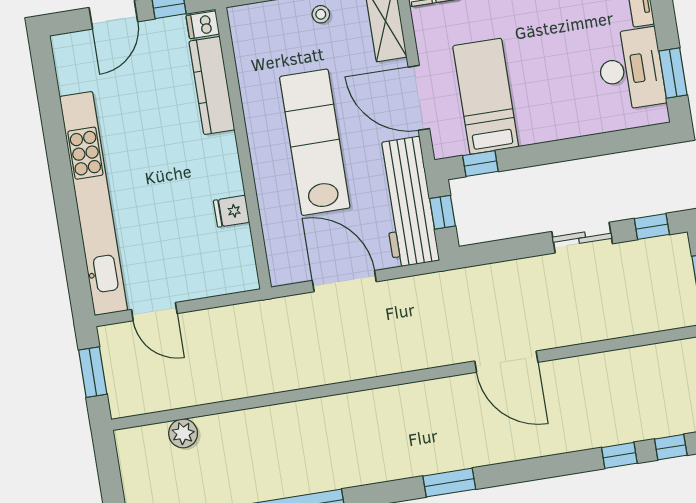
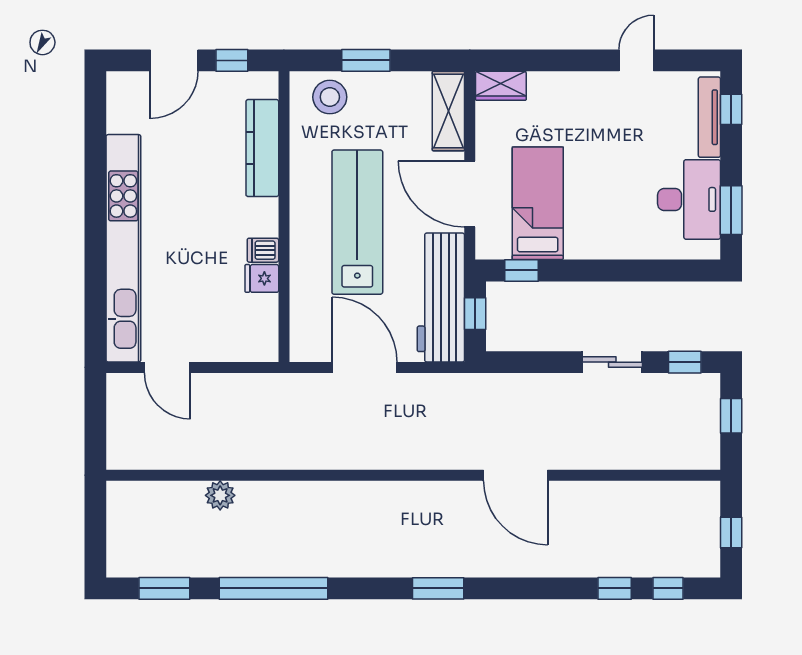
stool: (321, 14) -> (330, 97), moved, width x1.89, depth x1.89
dishwasher: (203, 25) -> (263, 250), moved
window: (93, 372) -> (95, 419), removed
plant: (183, 433) -> (220, 495), moved

